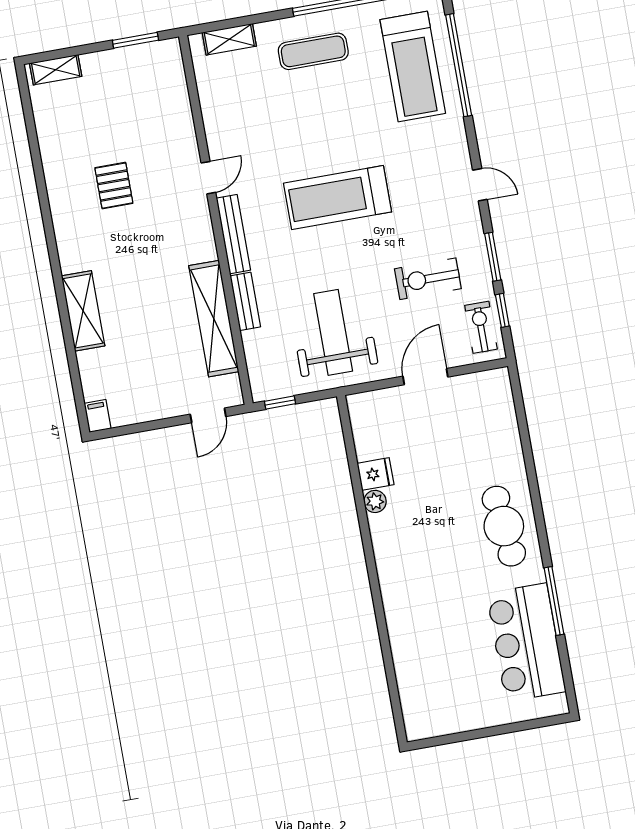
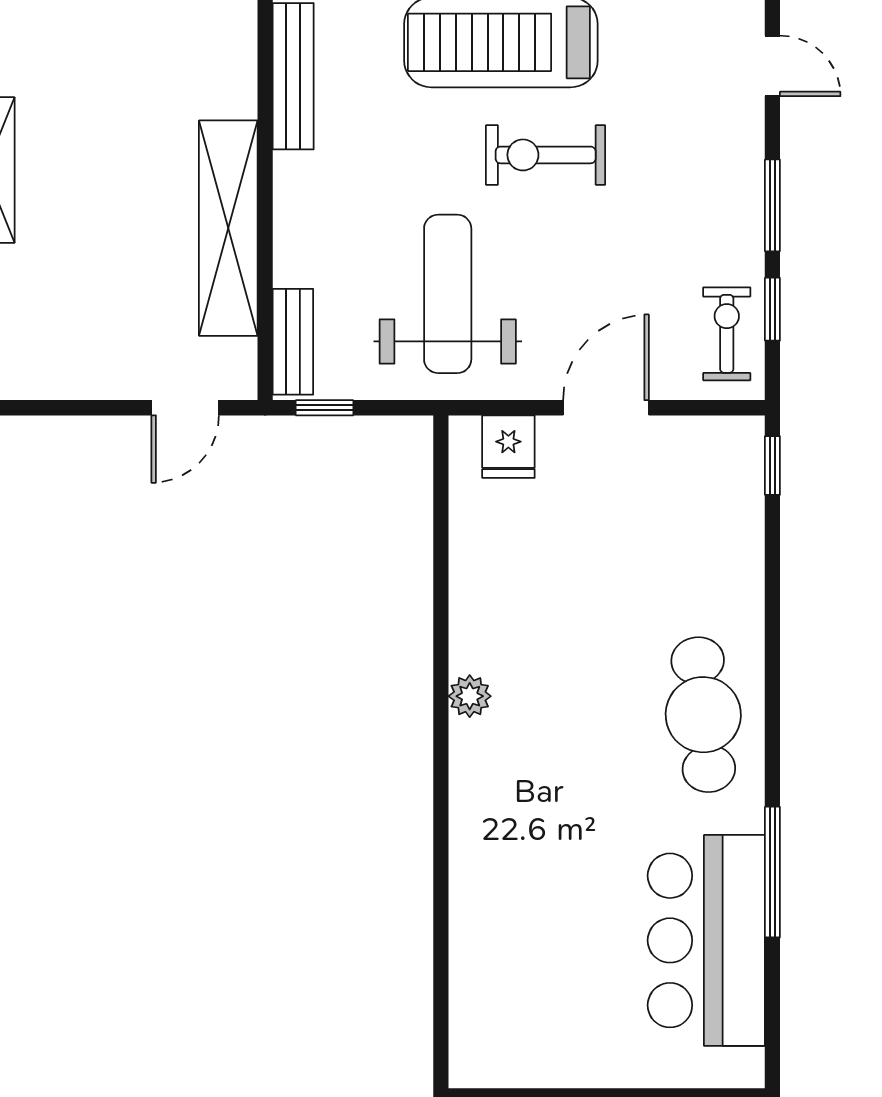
exercise bike: (428, 279) -> (546, 155), moved
bench: (245, 301) -> (293, 342), moved
window: (517, 391) -> (772, 465), added
fridge: (375, 474) -> (508, 447), moved, turned 90
plant: (375, 501) -> (470, 696), moved

